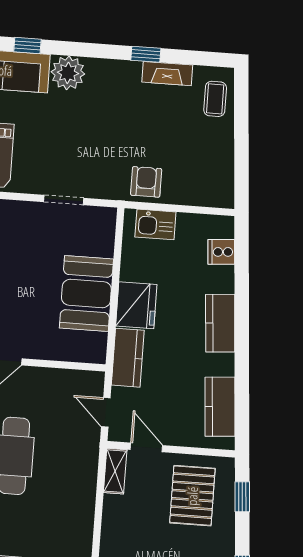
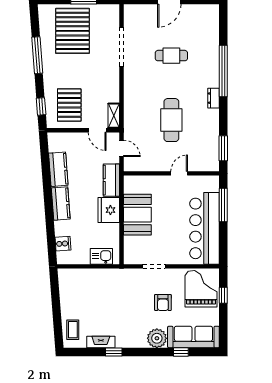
armchair: (146, 182) -> (163, 303), moved
kitchen counter: (220, 407) -> (58, 169), moved

